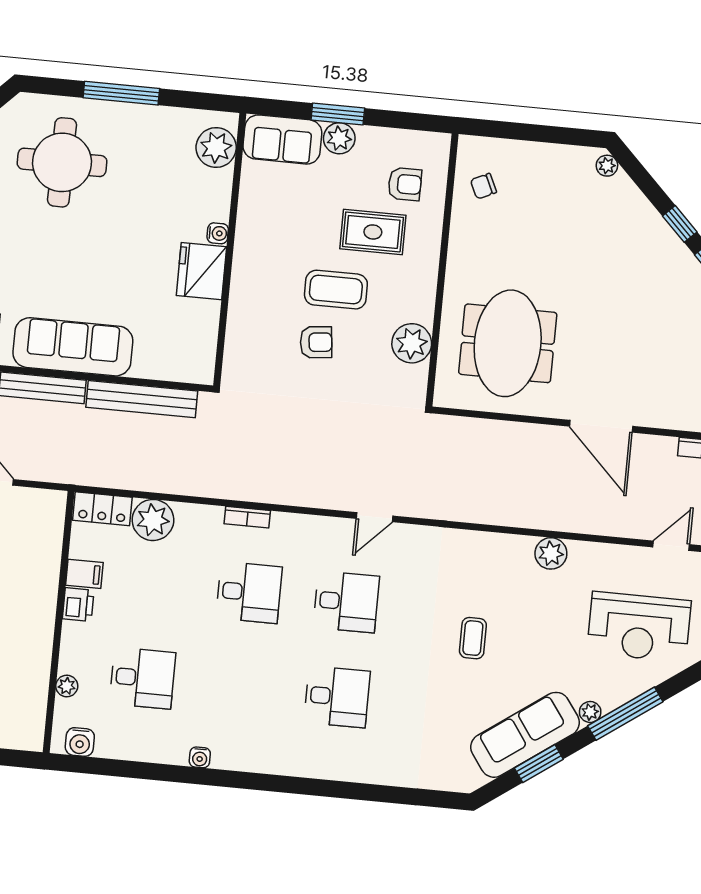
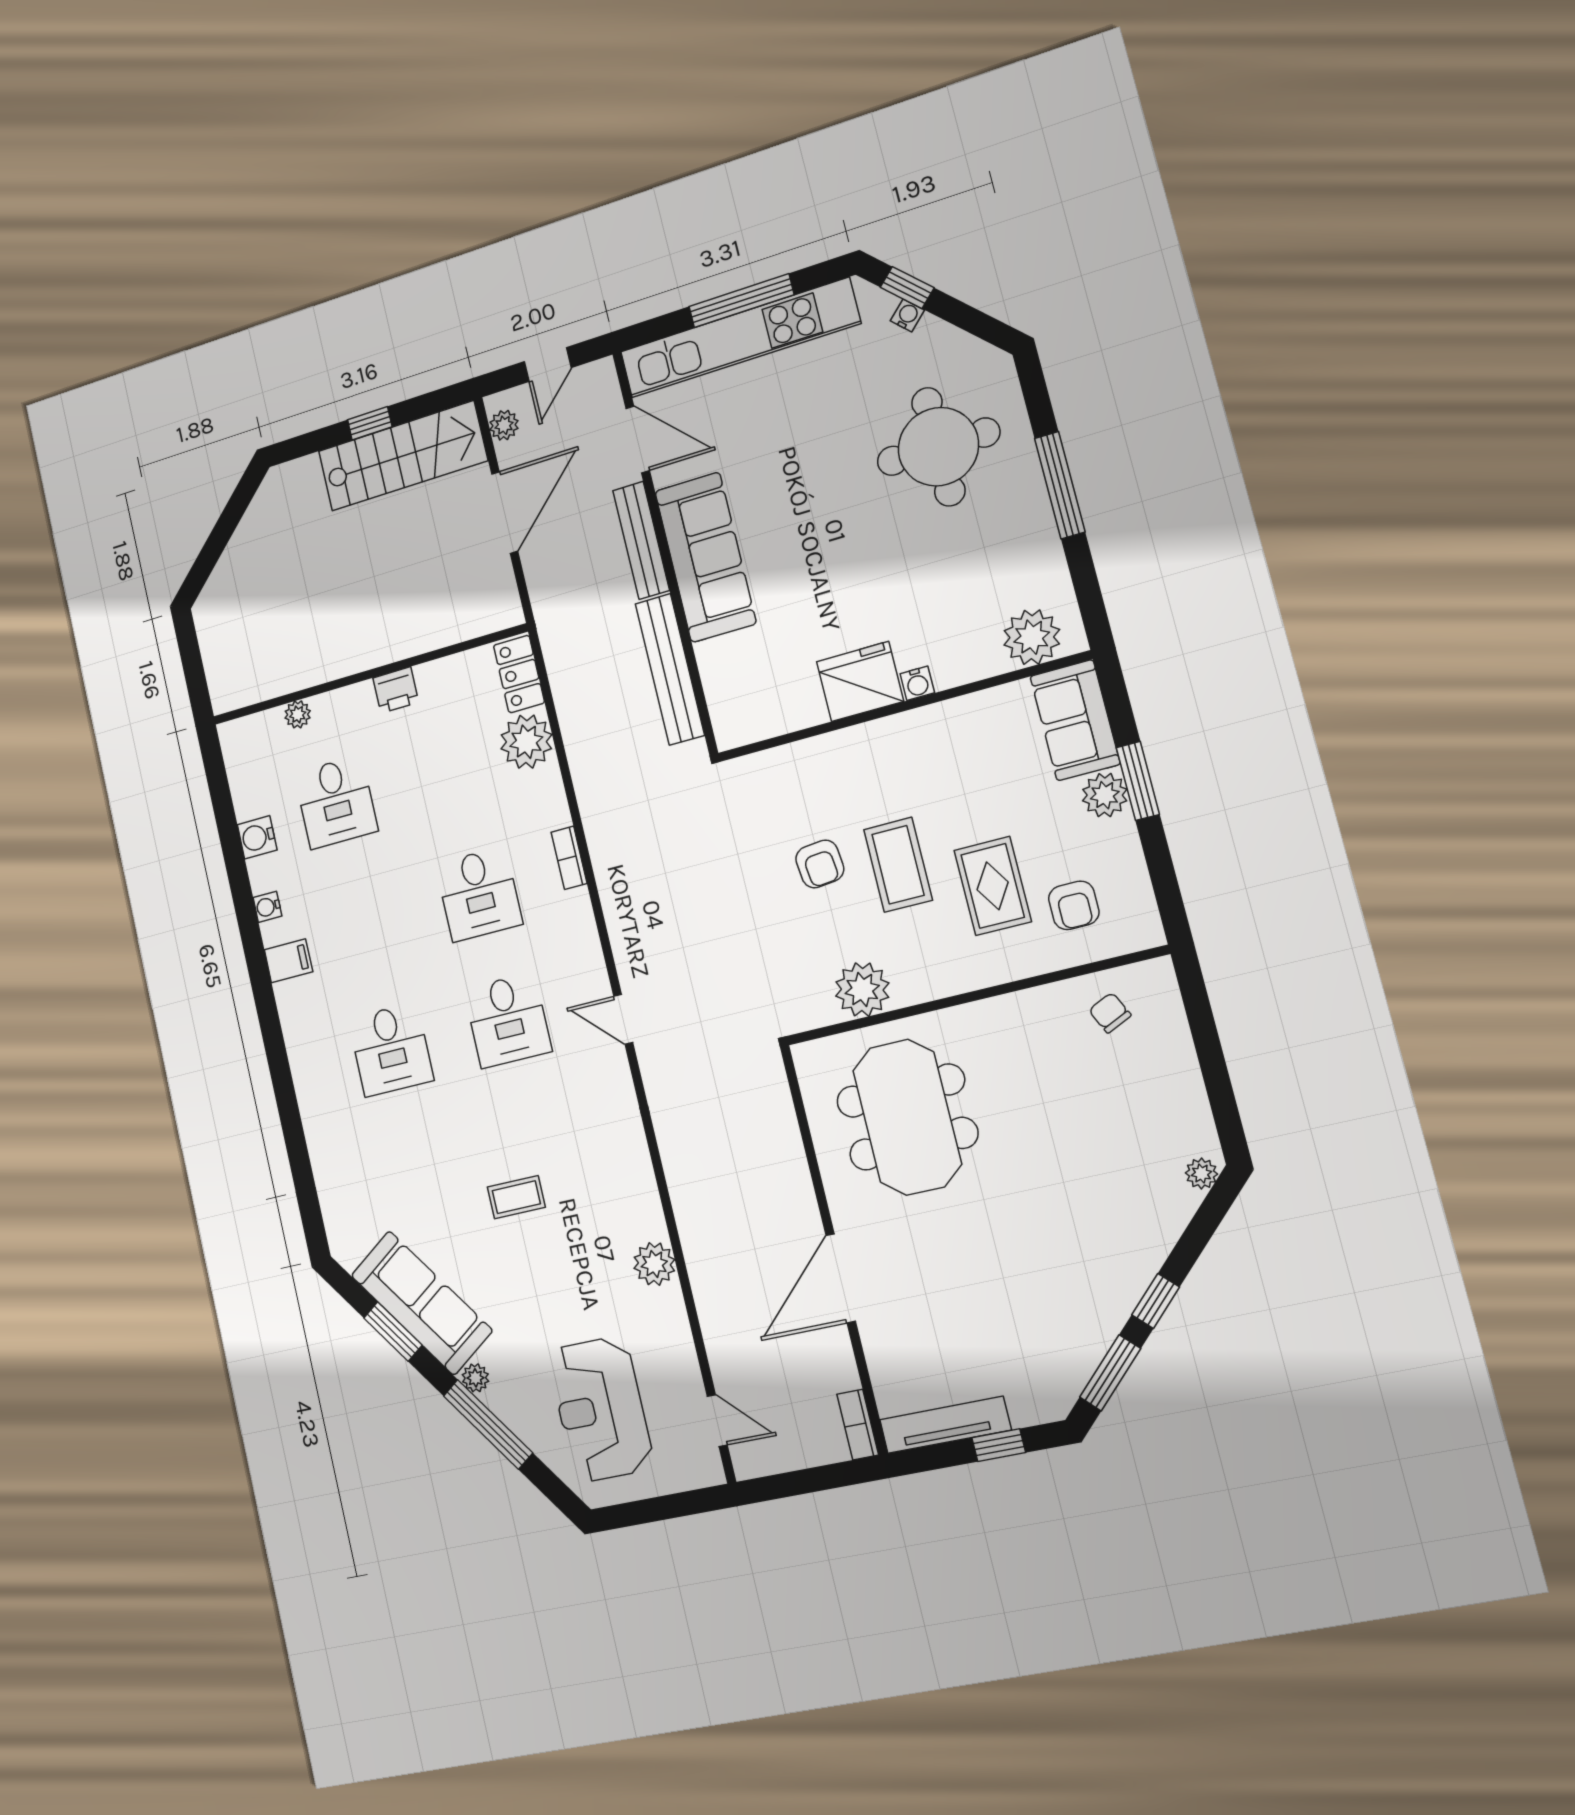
meeting table: (508, 343) -> (907, 1117), turned 90
filing cabinet: (84, 574) -> (288, 961), moved, turned -90
water cooler: (80, 742) -> (257, 837), moved

